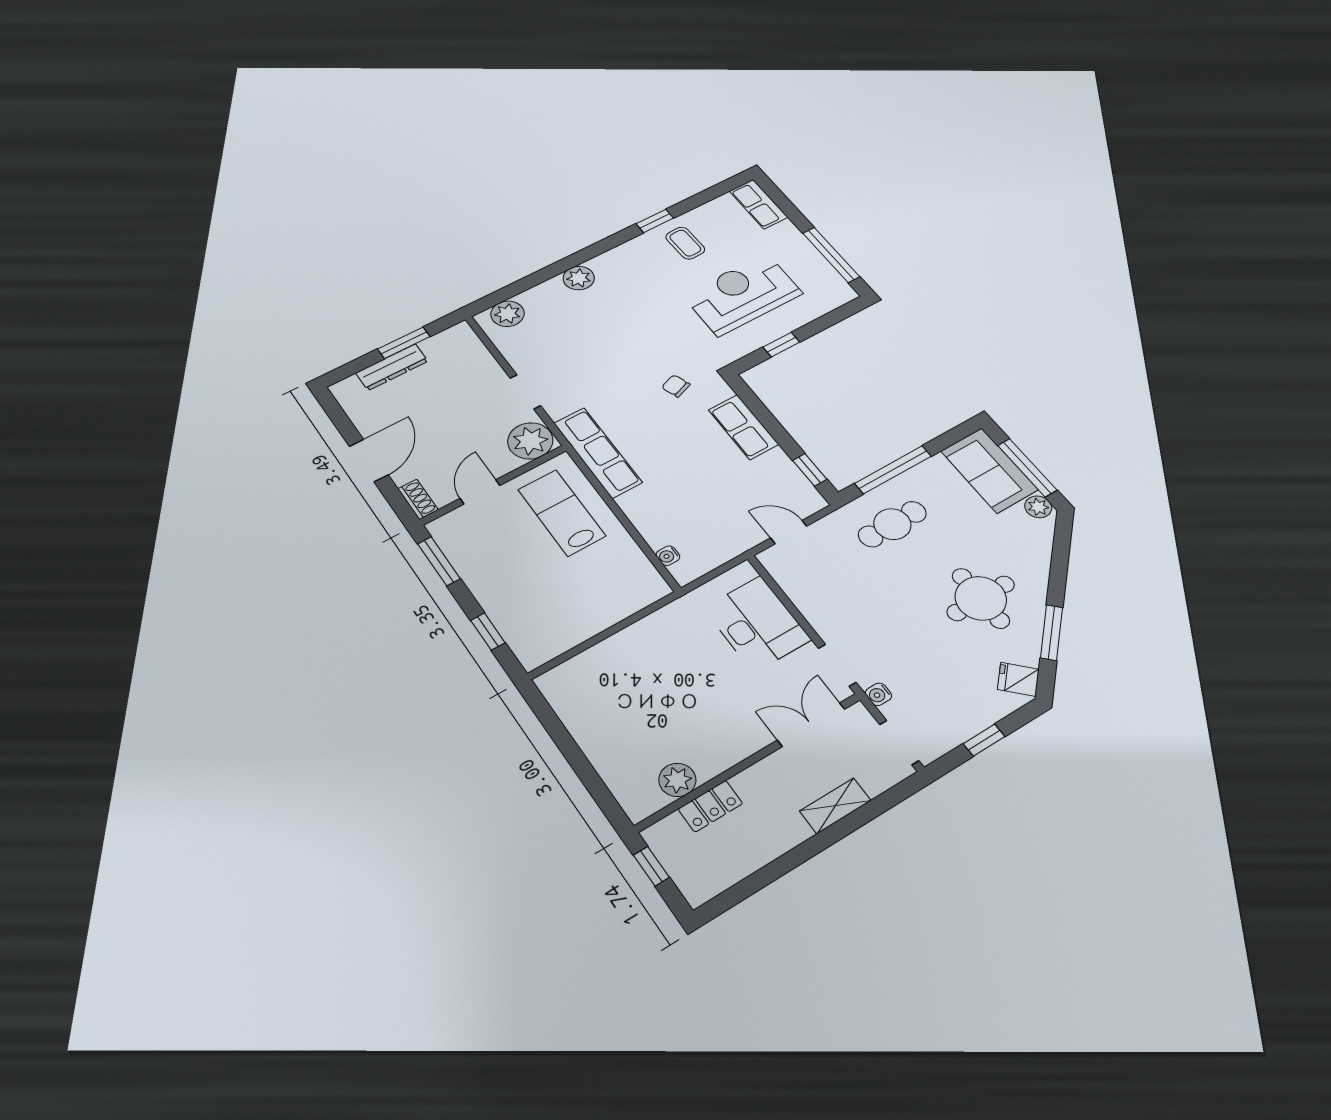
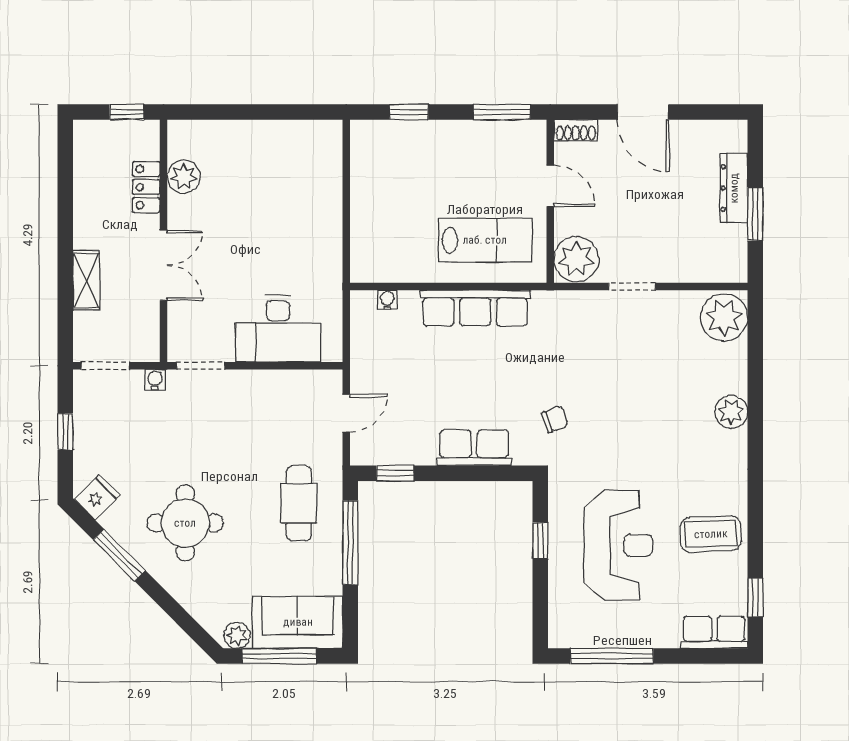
window: (655, 221) -> (755, 598), moved
coffee table: (685, 243) -> (711, 534), width x1.36, depth x1.30
plant: (507, 314) -> (724, 317), width x1.36, depth x1.36
row of seats: (598, 453) -> (475, 308), moved
double door: (811, 725) -> (164, 265), moved

